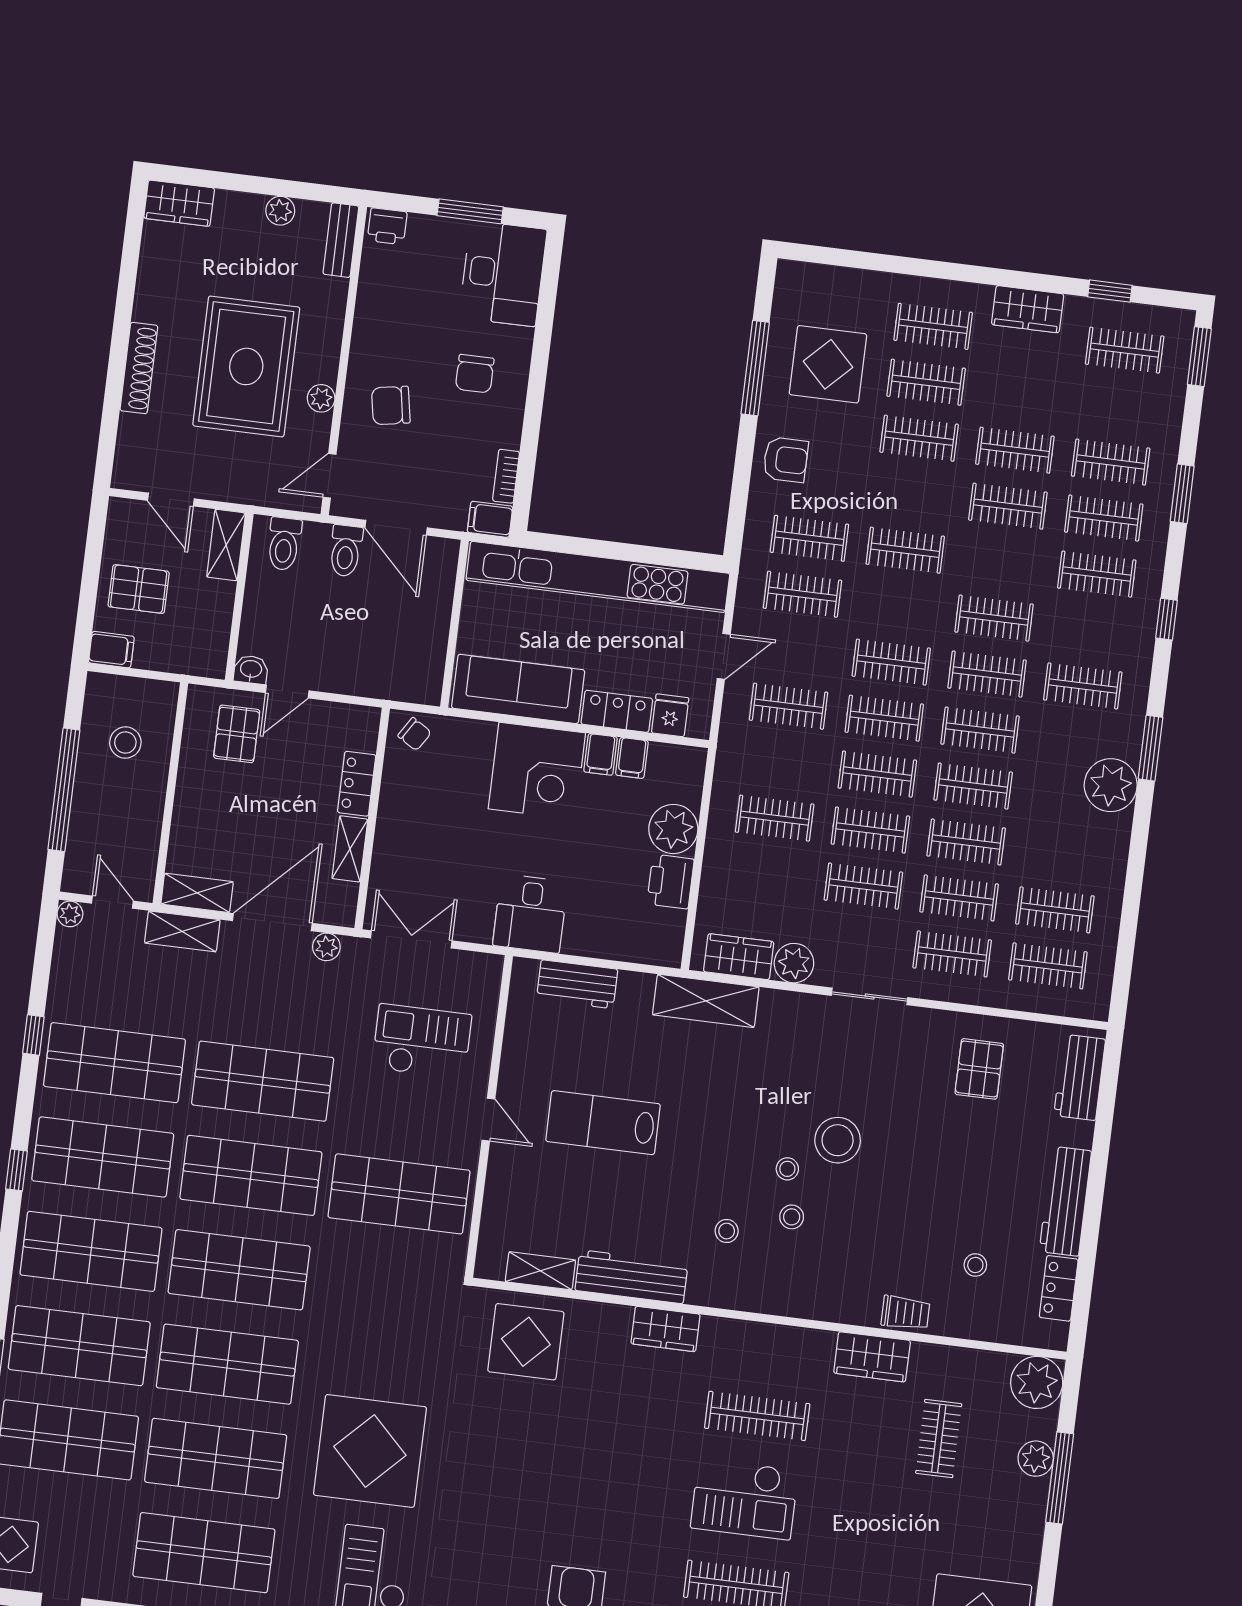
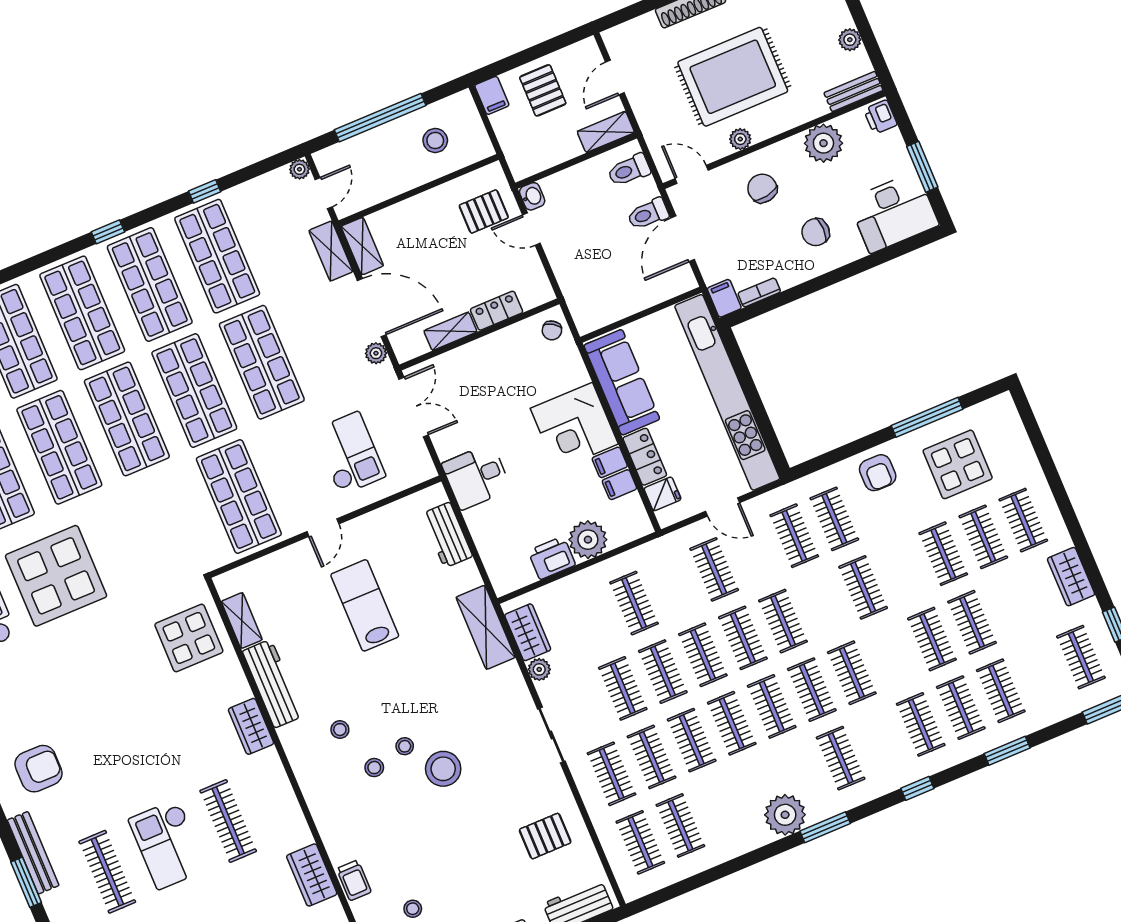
plant: (380, 307) -> (823, 143), added
plant: (794, 963) -> (539, 669), width x0.73, depth x0.73

